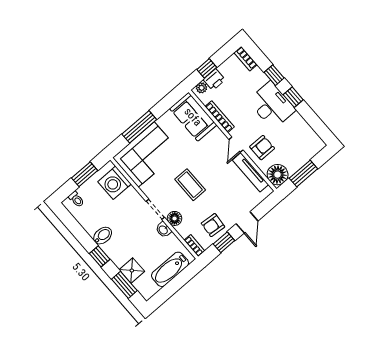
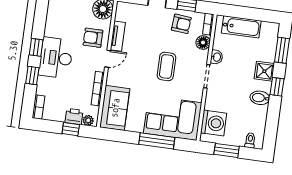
tv unit: (251, 172) -> (118, 36), width x0.71
floor lamp: (175, 218) -> (203, 42), moved
shower: (132, 271) -> (264, 71), moved

